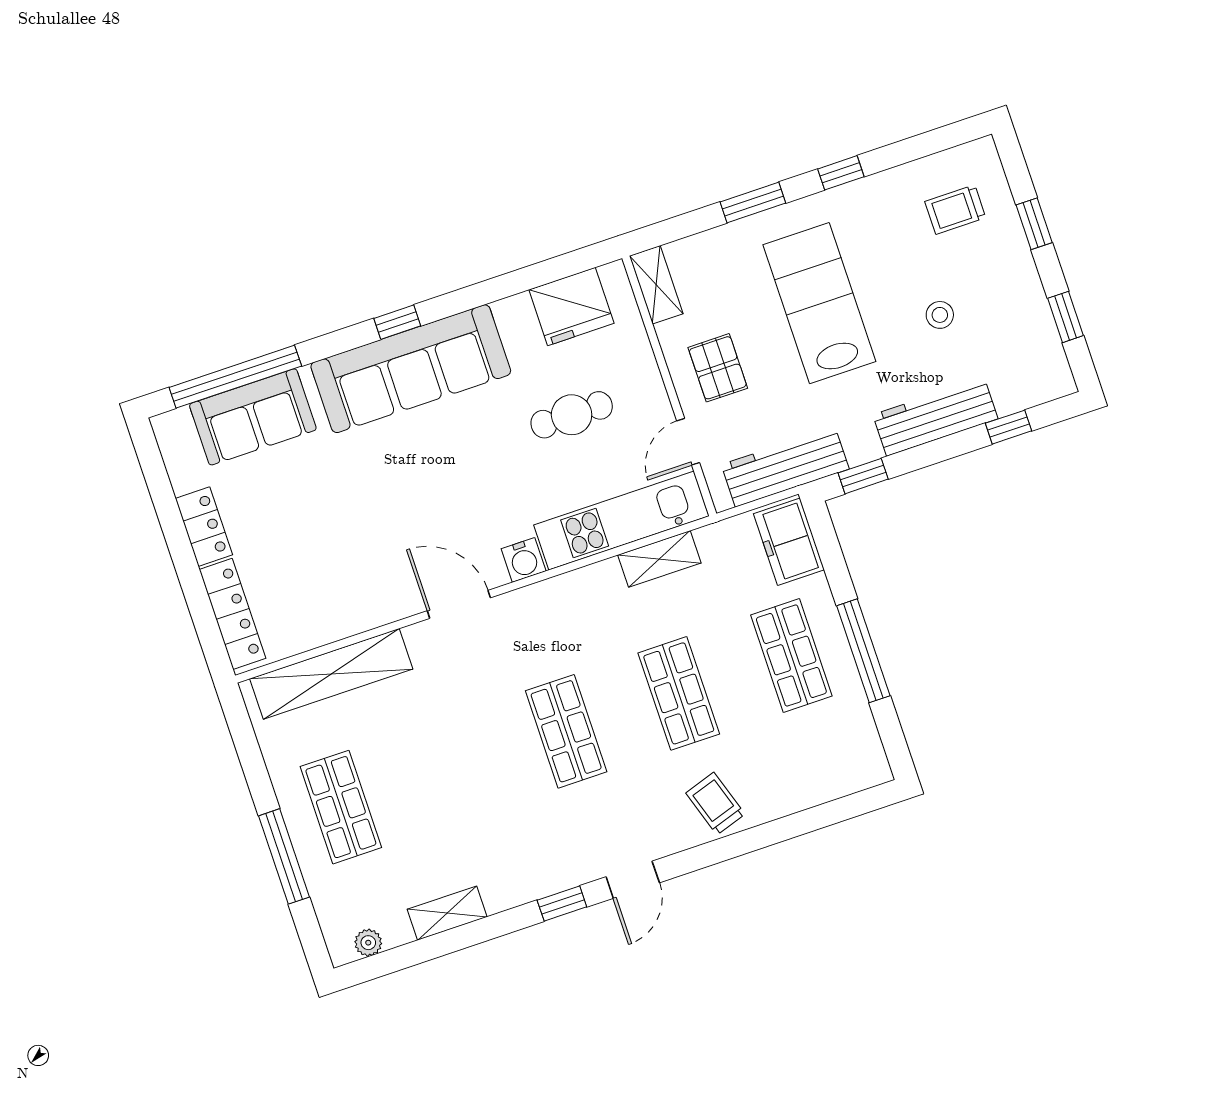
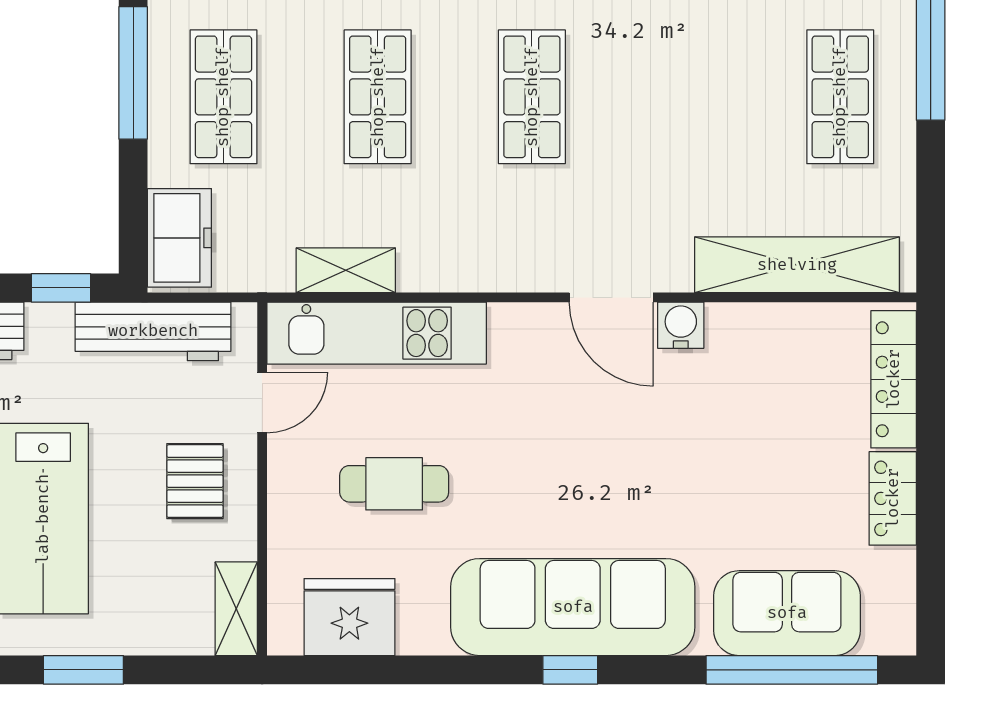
water cooler: (524, 560) -> (681, 325), moved

